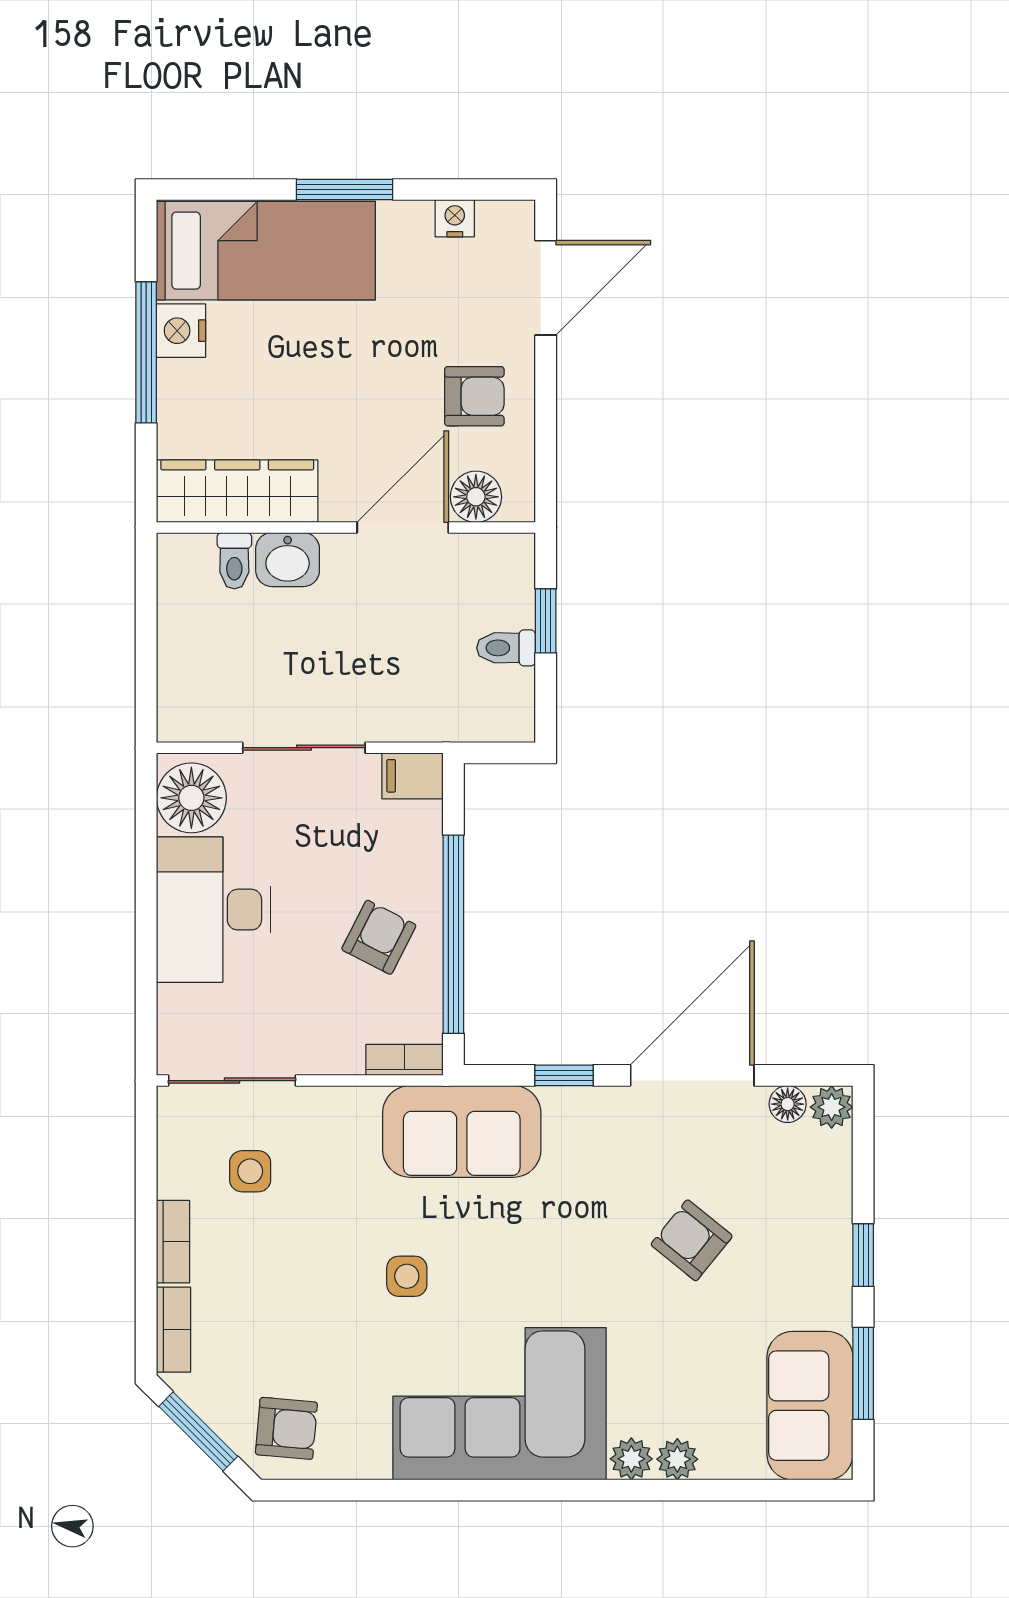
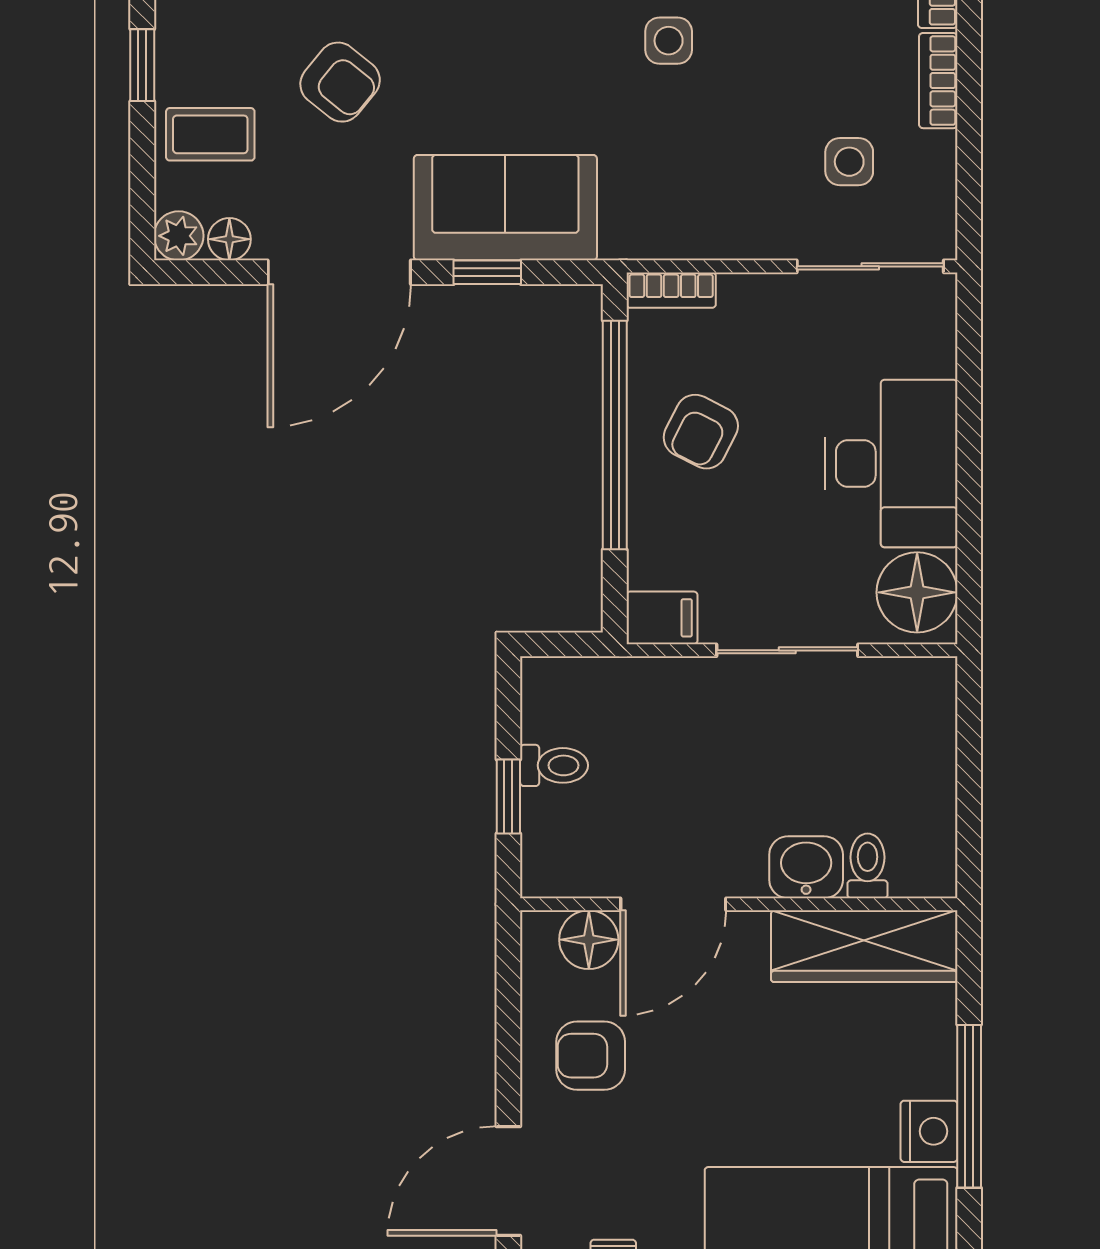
sofa: (462, 1131) -> (505, 208), moved
coffee table: (804, 1195) -> (210, 134), added

